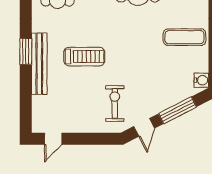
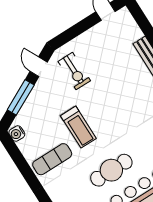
treadmill: (84, 57) -> (78, 127), moved, turned -90

